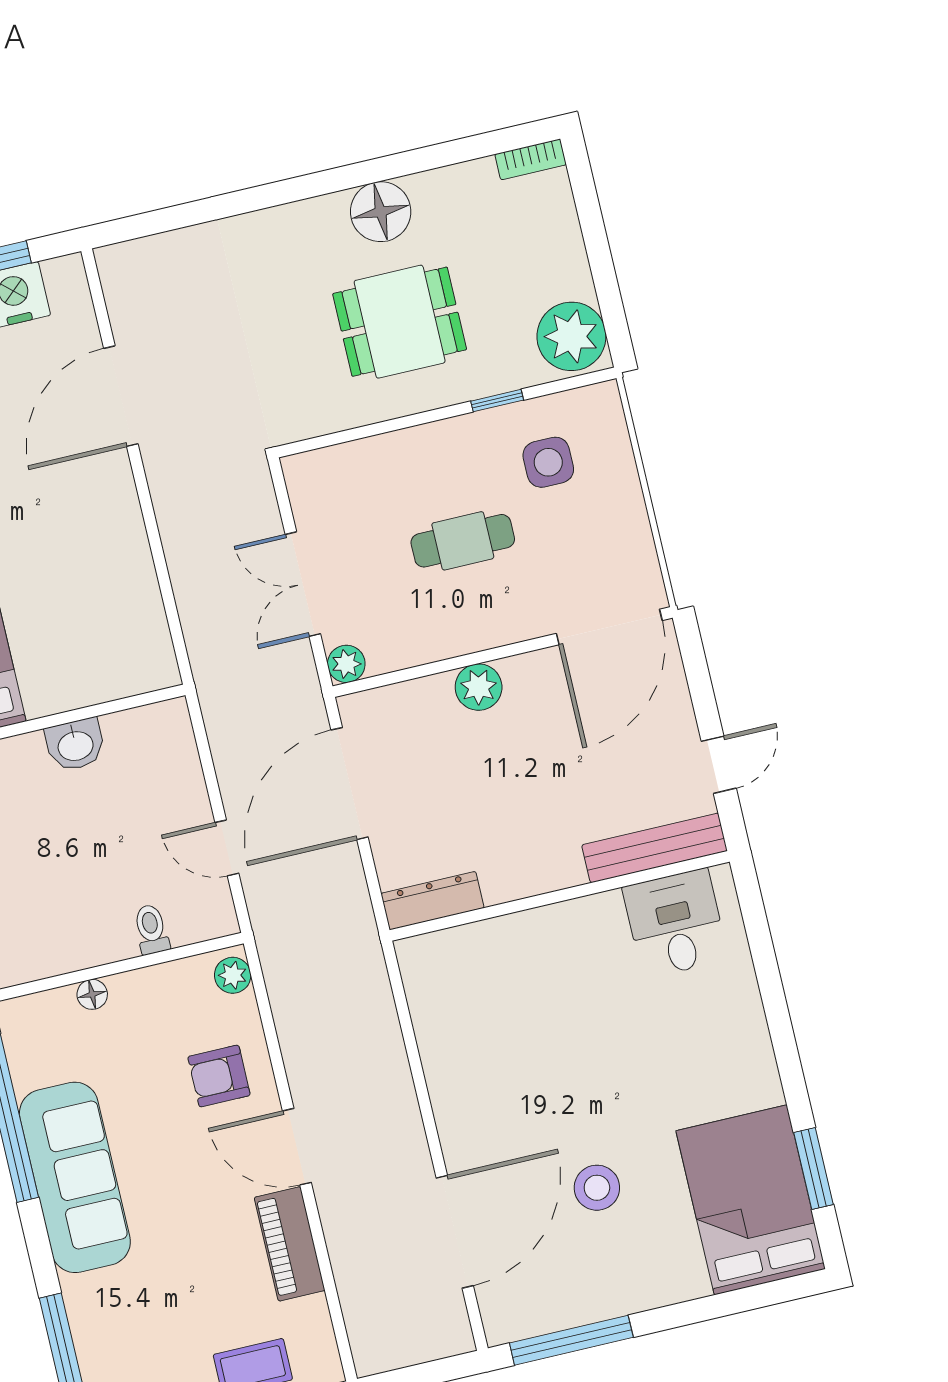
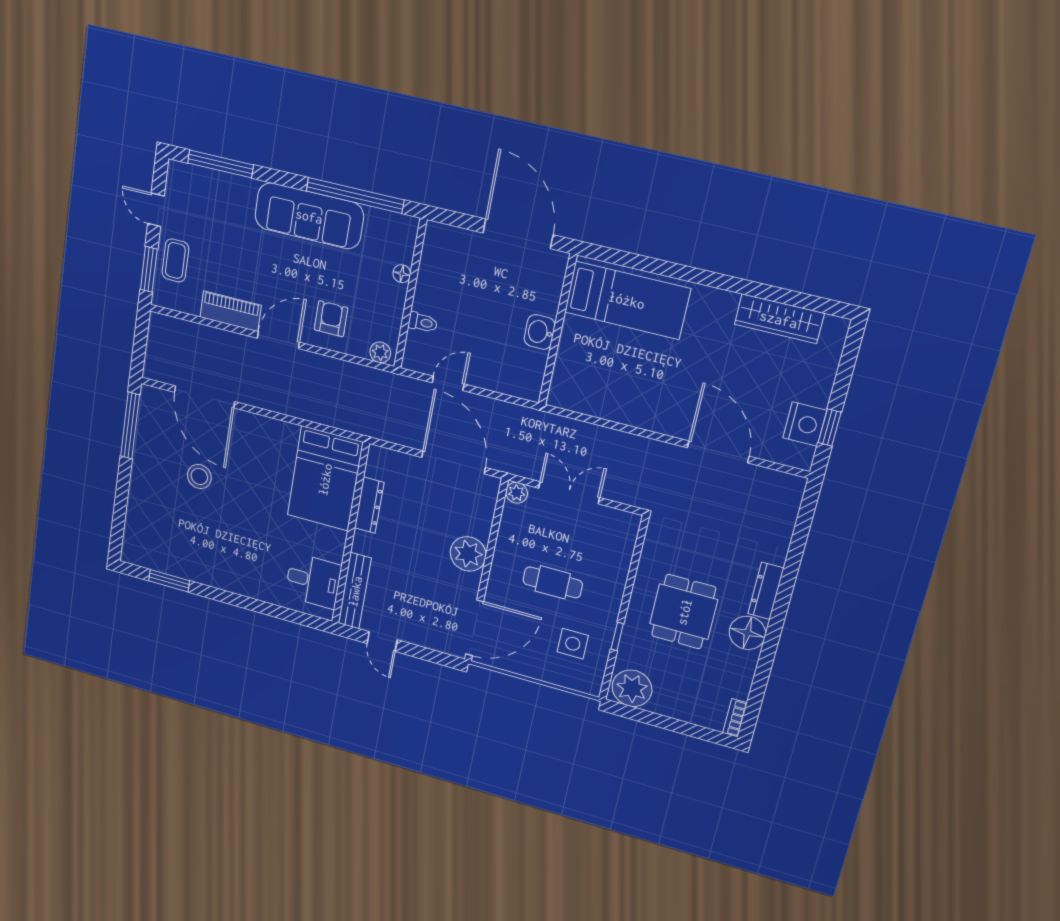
dresser: (299, 219) -> (766, 591), added
cafe table: (463, 541) -> (553, 582), turned 90
door: (609, 627) -> (475, 628), swing flipped
plant: (479, 687) -> (468, 554), width x1.36, depth x1.36
dresser: (433, 901) -> (369, 505), moved
bed: (751, 1200) -> (325, 479), moved, turned 90

